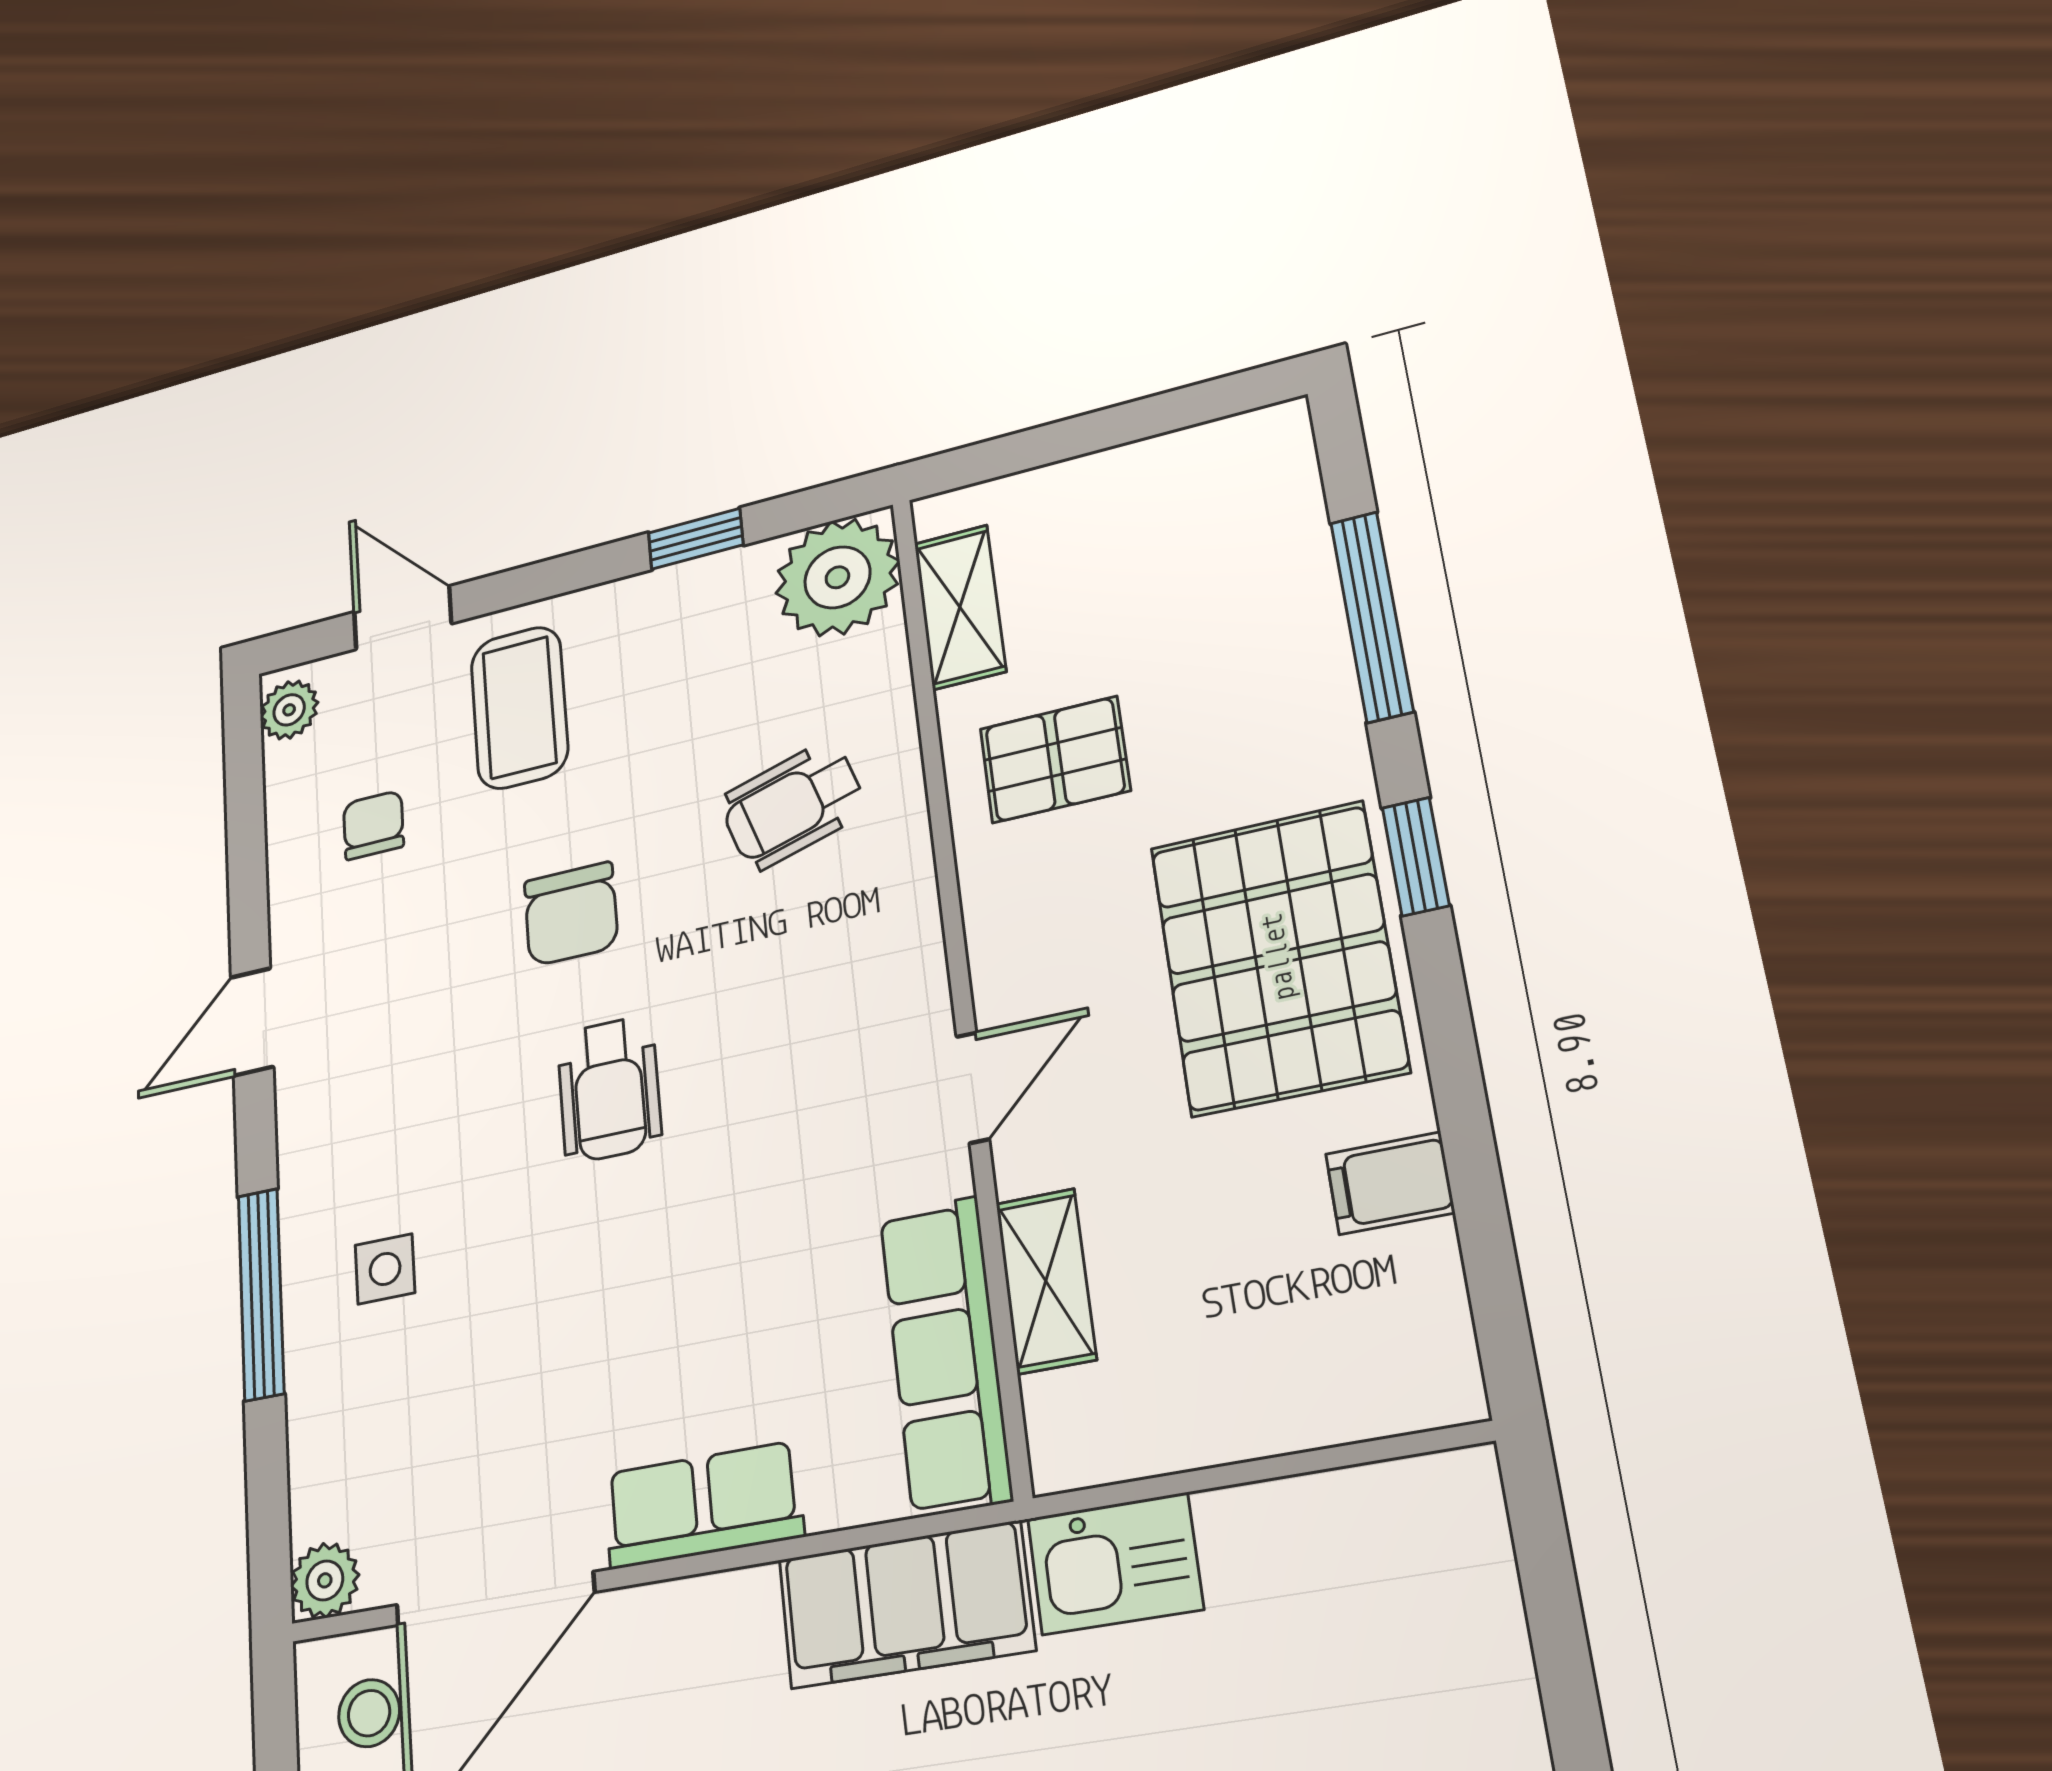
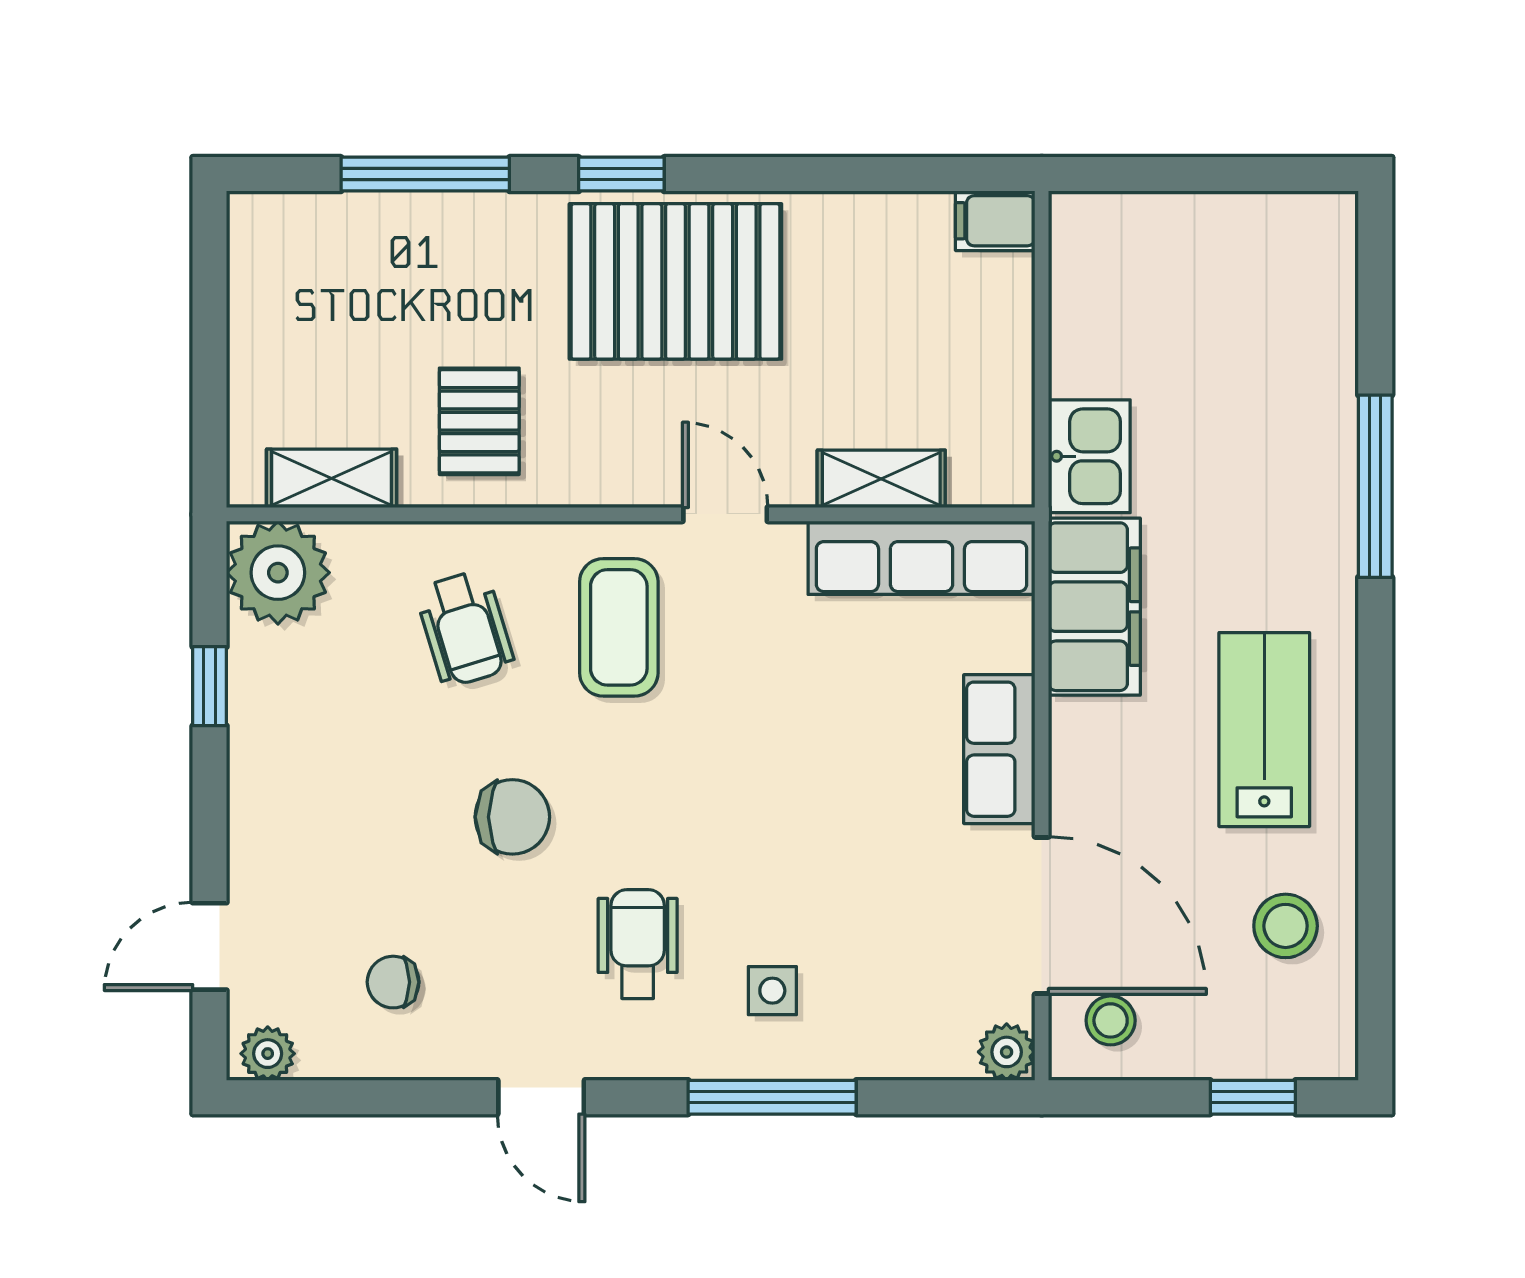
coffee table: (519, 708) -> (619, 627), moved, turned 90
wheelchair: (609, 1089) -> (638, 944), moved, turned -90
filing cabinet: (1390, 1183) -> (995, 221), moved, turned 90

